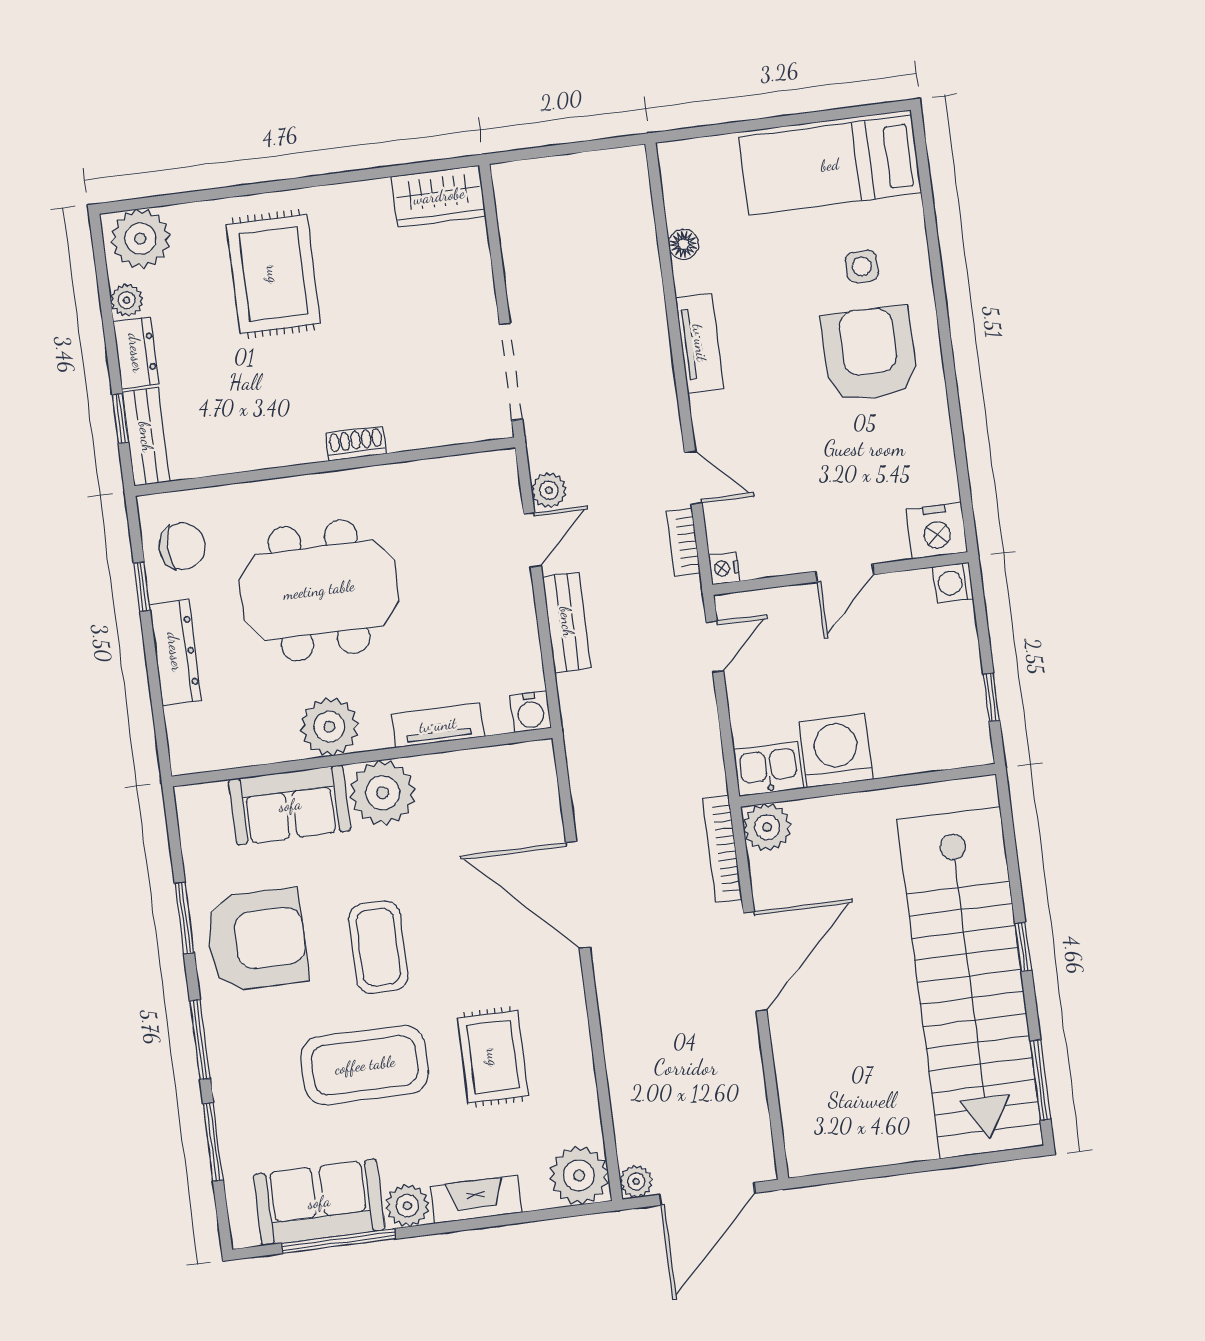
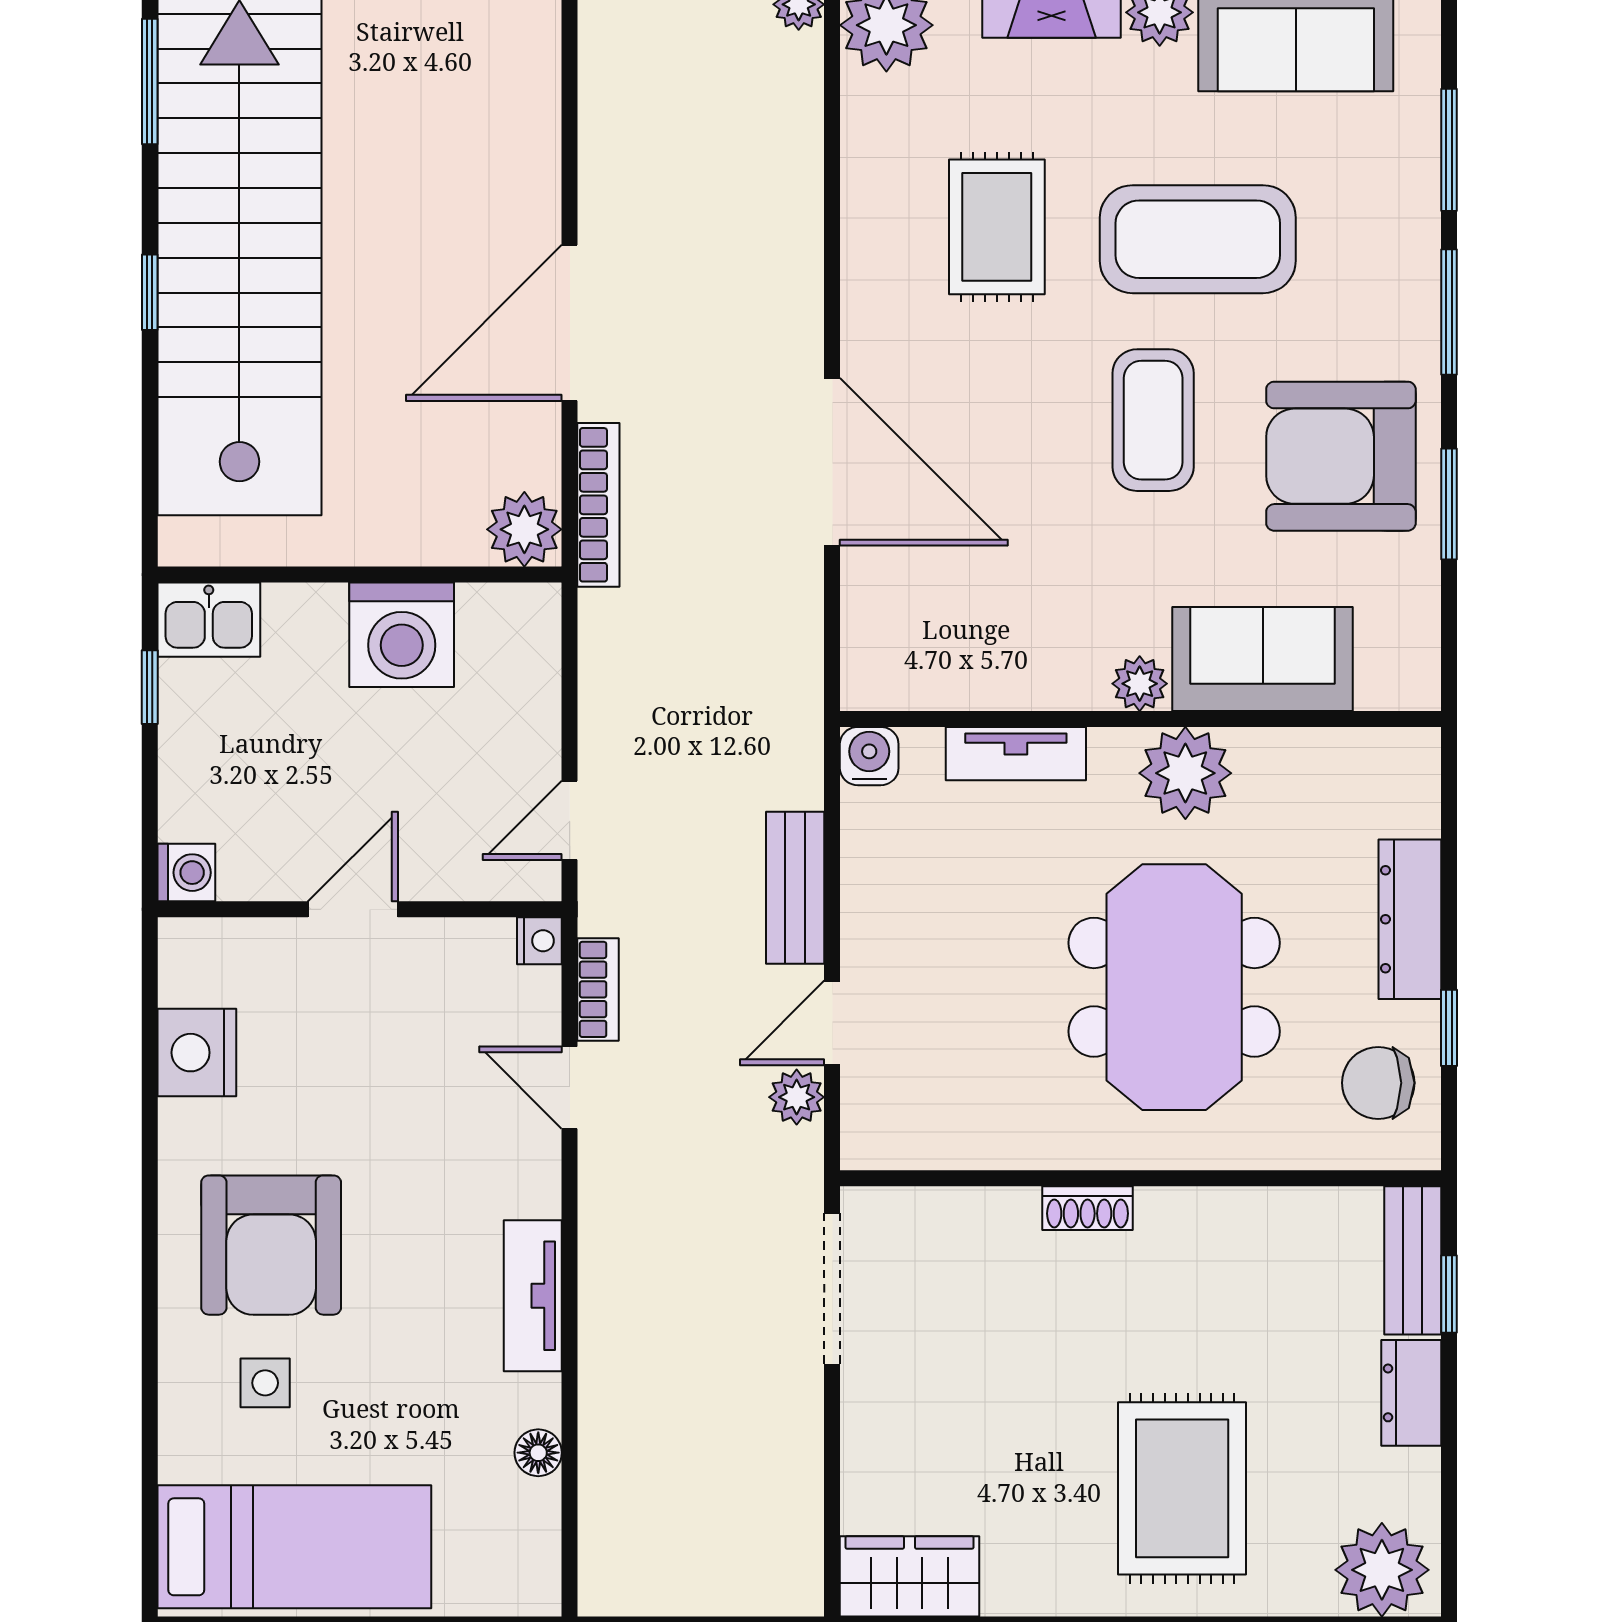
plant: (127, 300) -> (1416, 1477), removed
nightstand: (937, 531) -> (197, 1053), moved, turned -90
meeting table: (319, 590) -> (1174, 987), turned 90
kitchen sink: (769, 769) -> (209, 620), moved
plant: (383, 793) -> (1140, 684), width x0.53, depth x0.53

